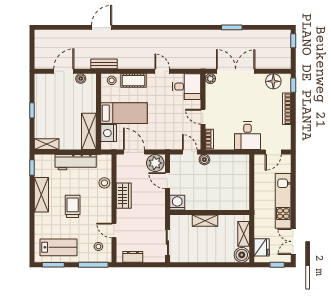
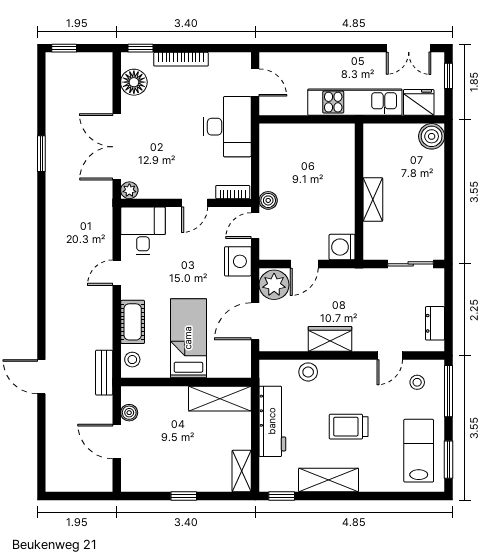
nightstand: (109, 133) -> (238, 261), moved, turned -90
desk: (247, 136) -> (227, 127), width x1.37
kitchen unit: (283, 201) -> (355, 102), moved, turned 180
shelving: (244, 234) -> (396, 133), removed

